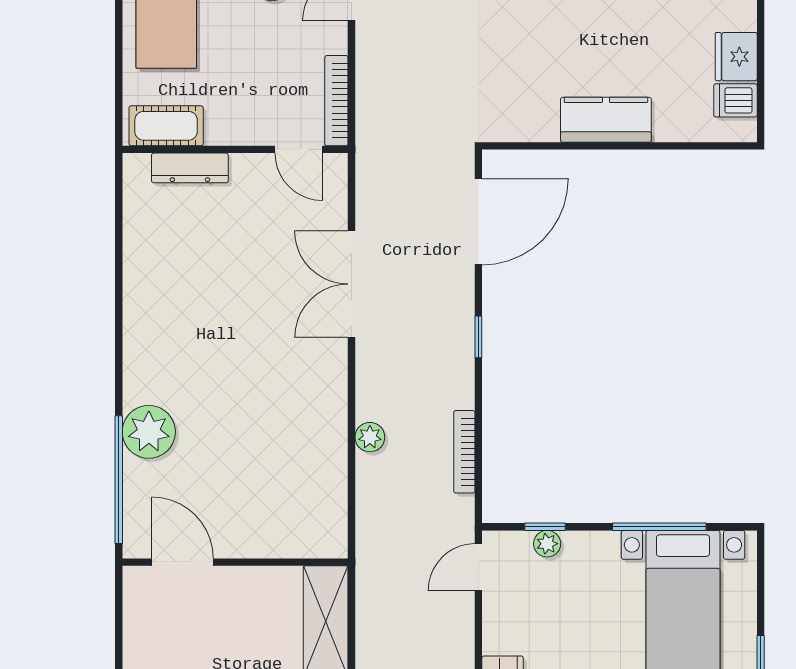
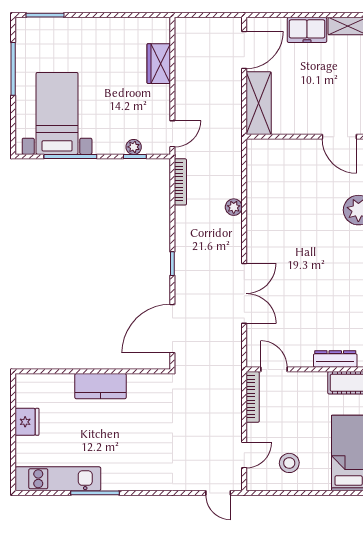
dishwasher: (735, 100) -> (27, 397), removed
bookcase: (464, 452) -> (180, 182), moved

